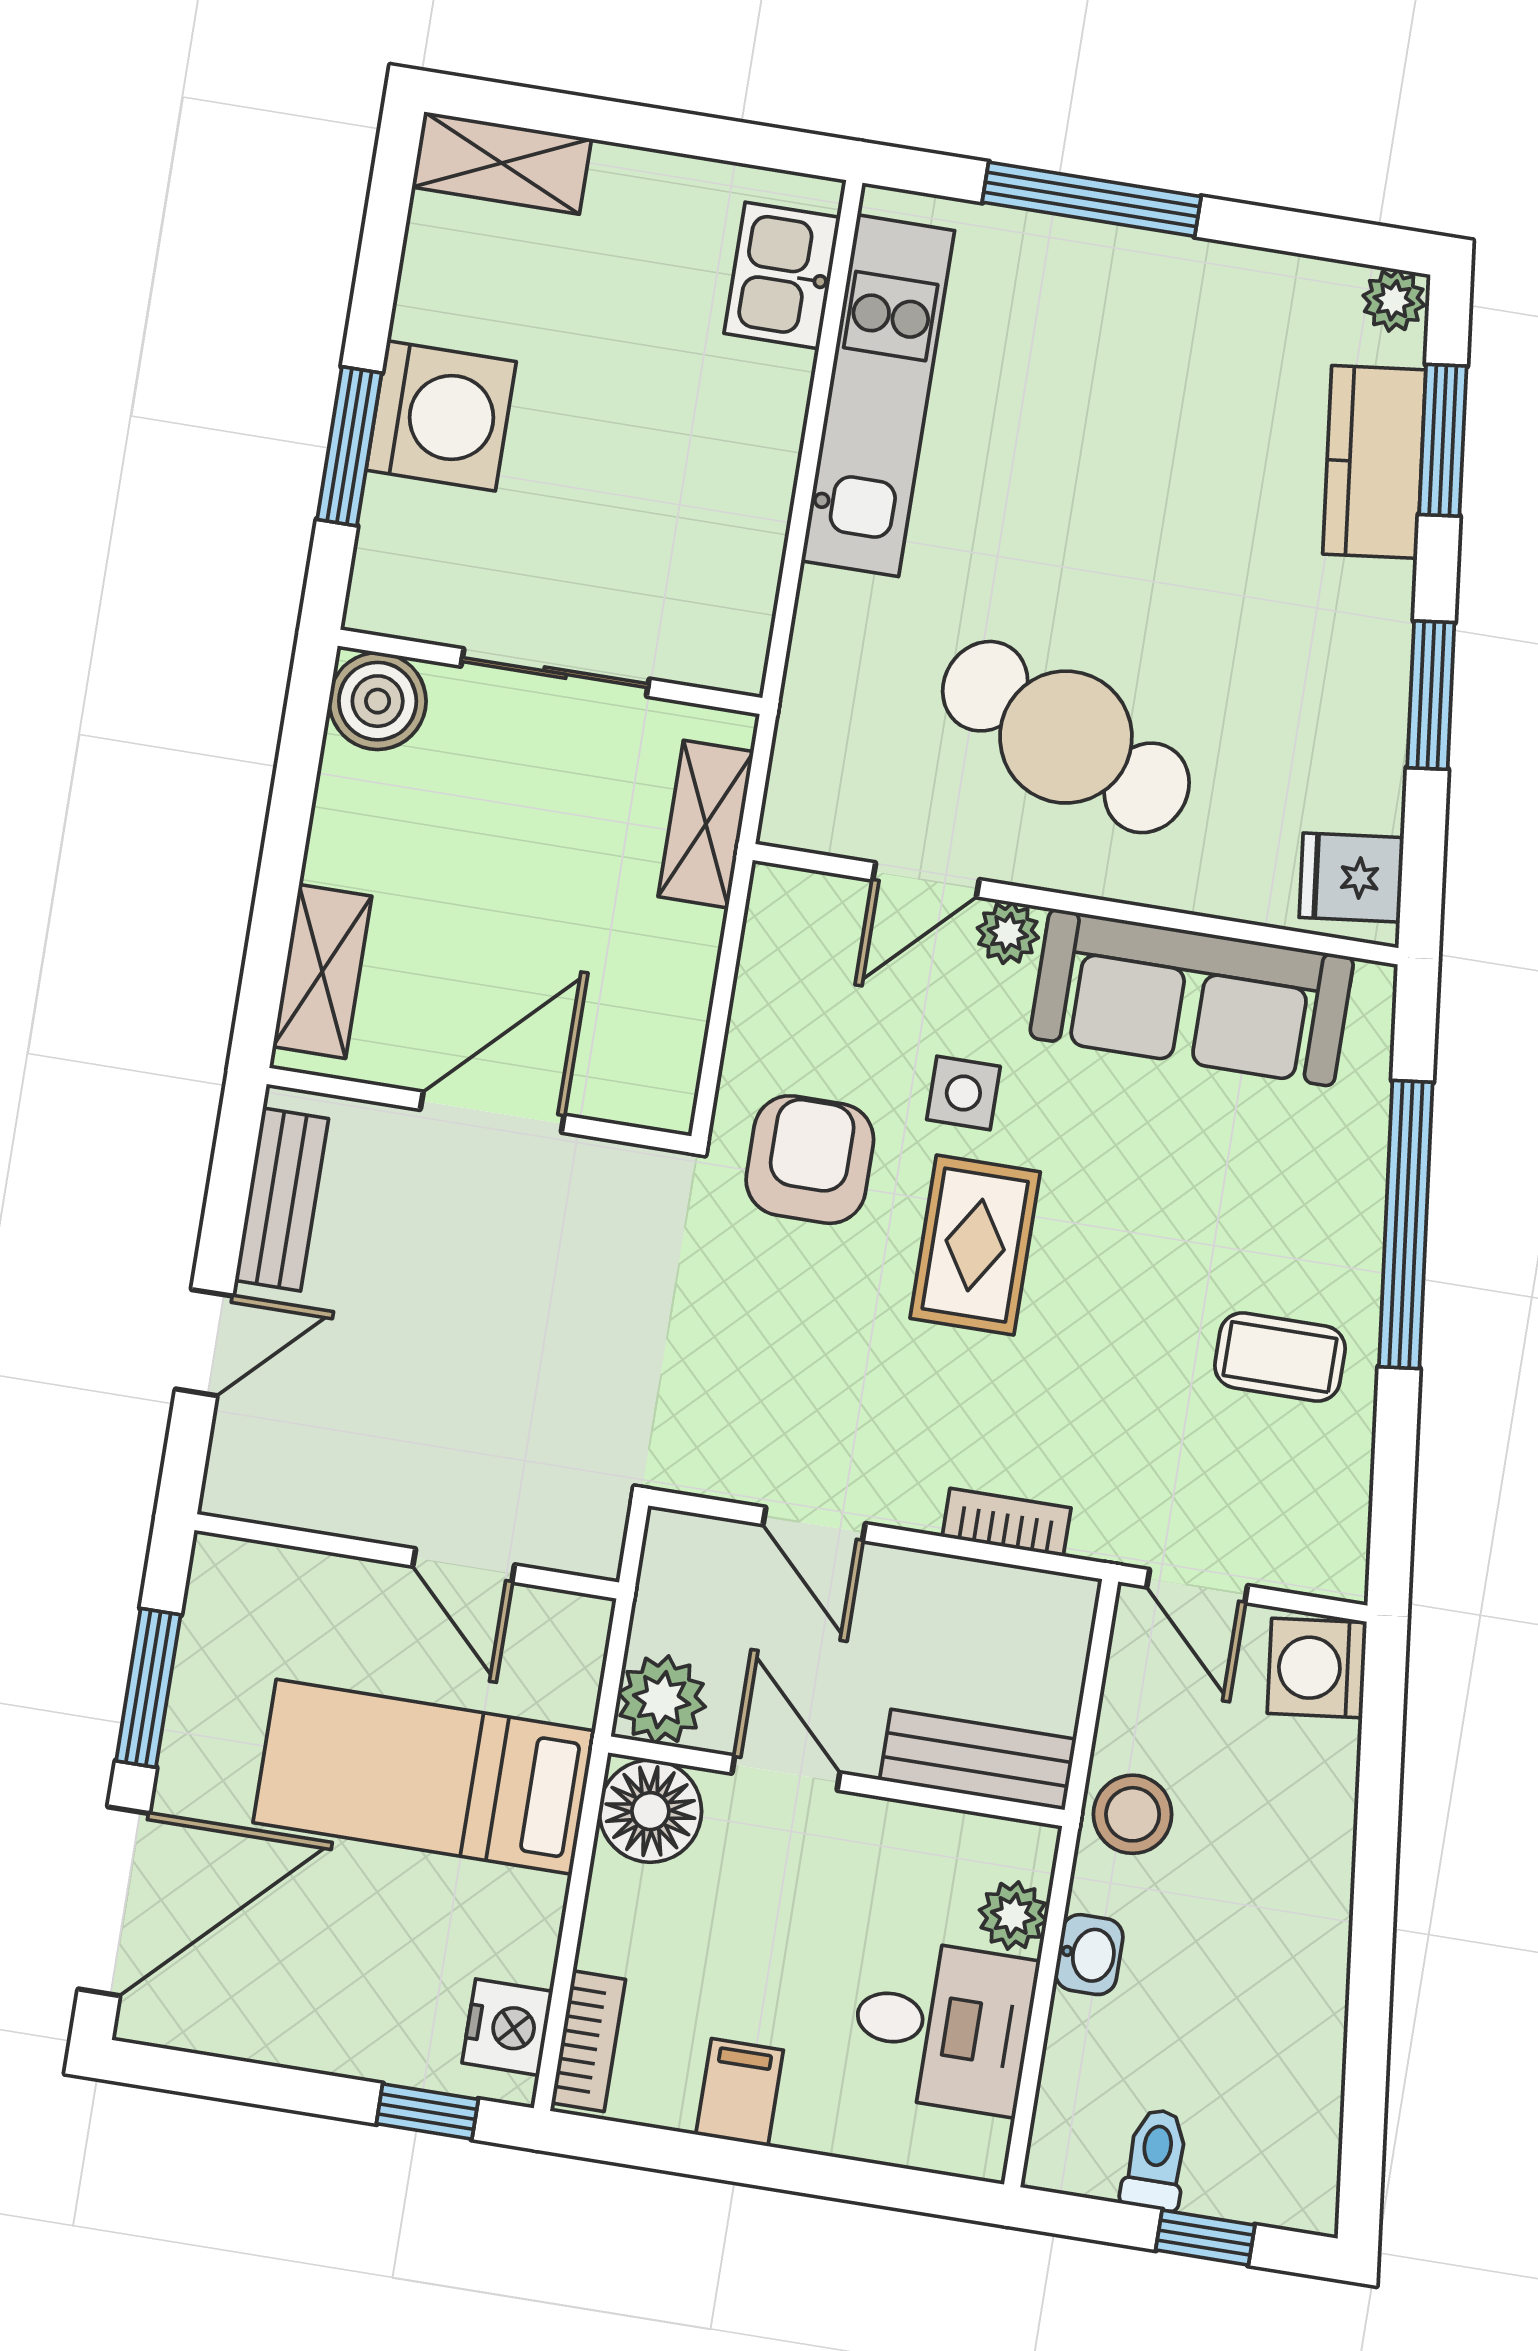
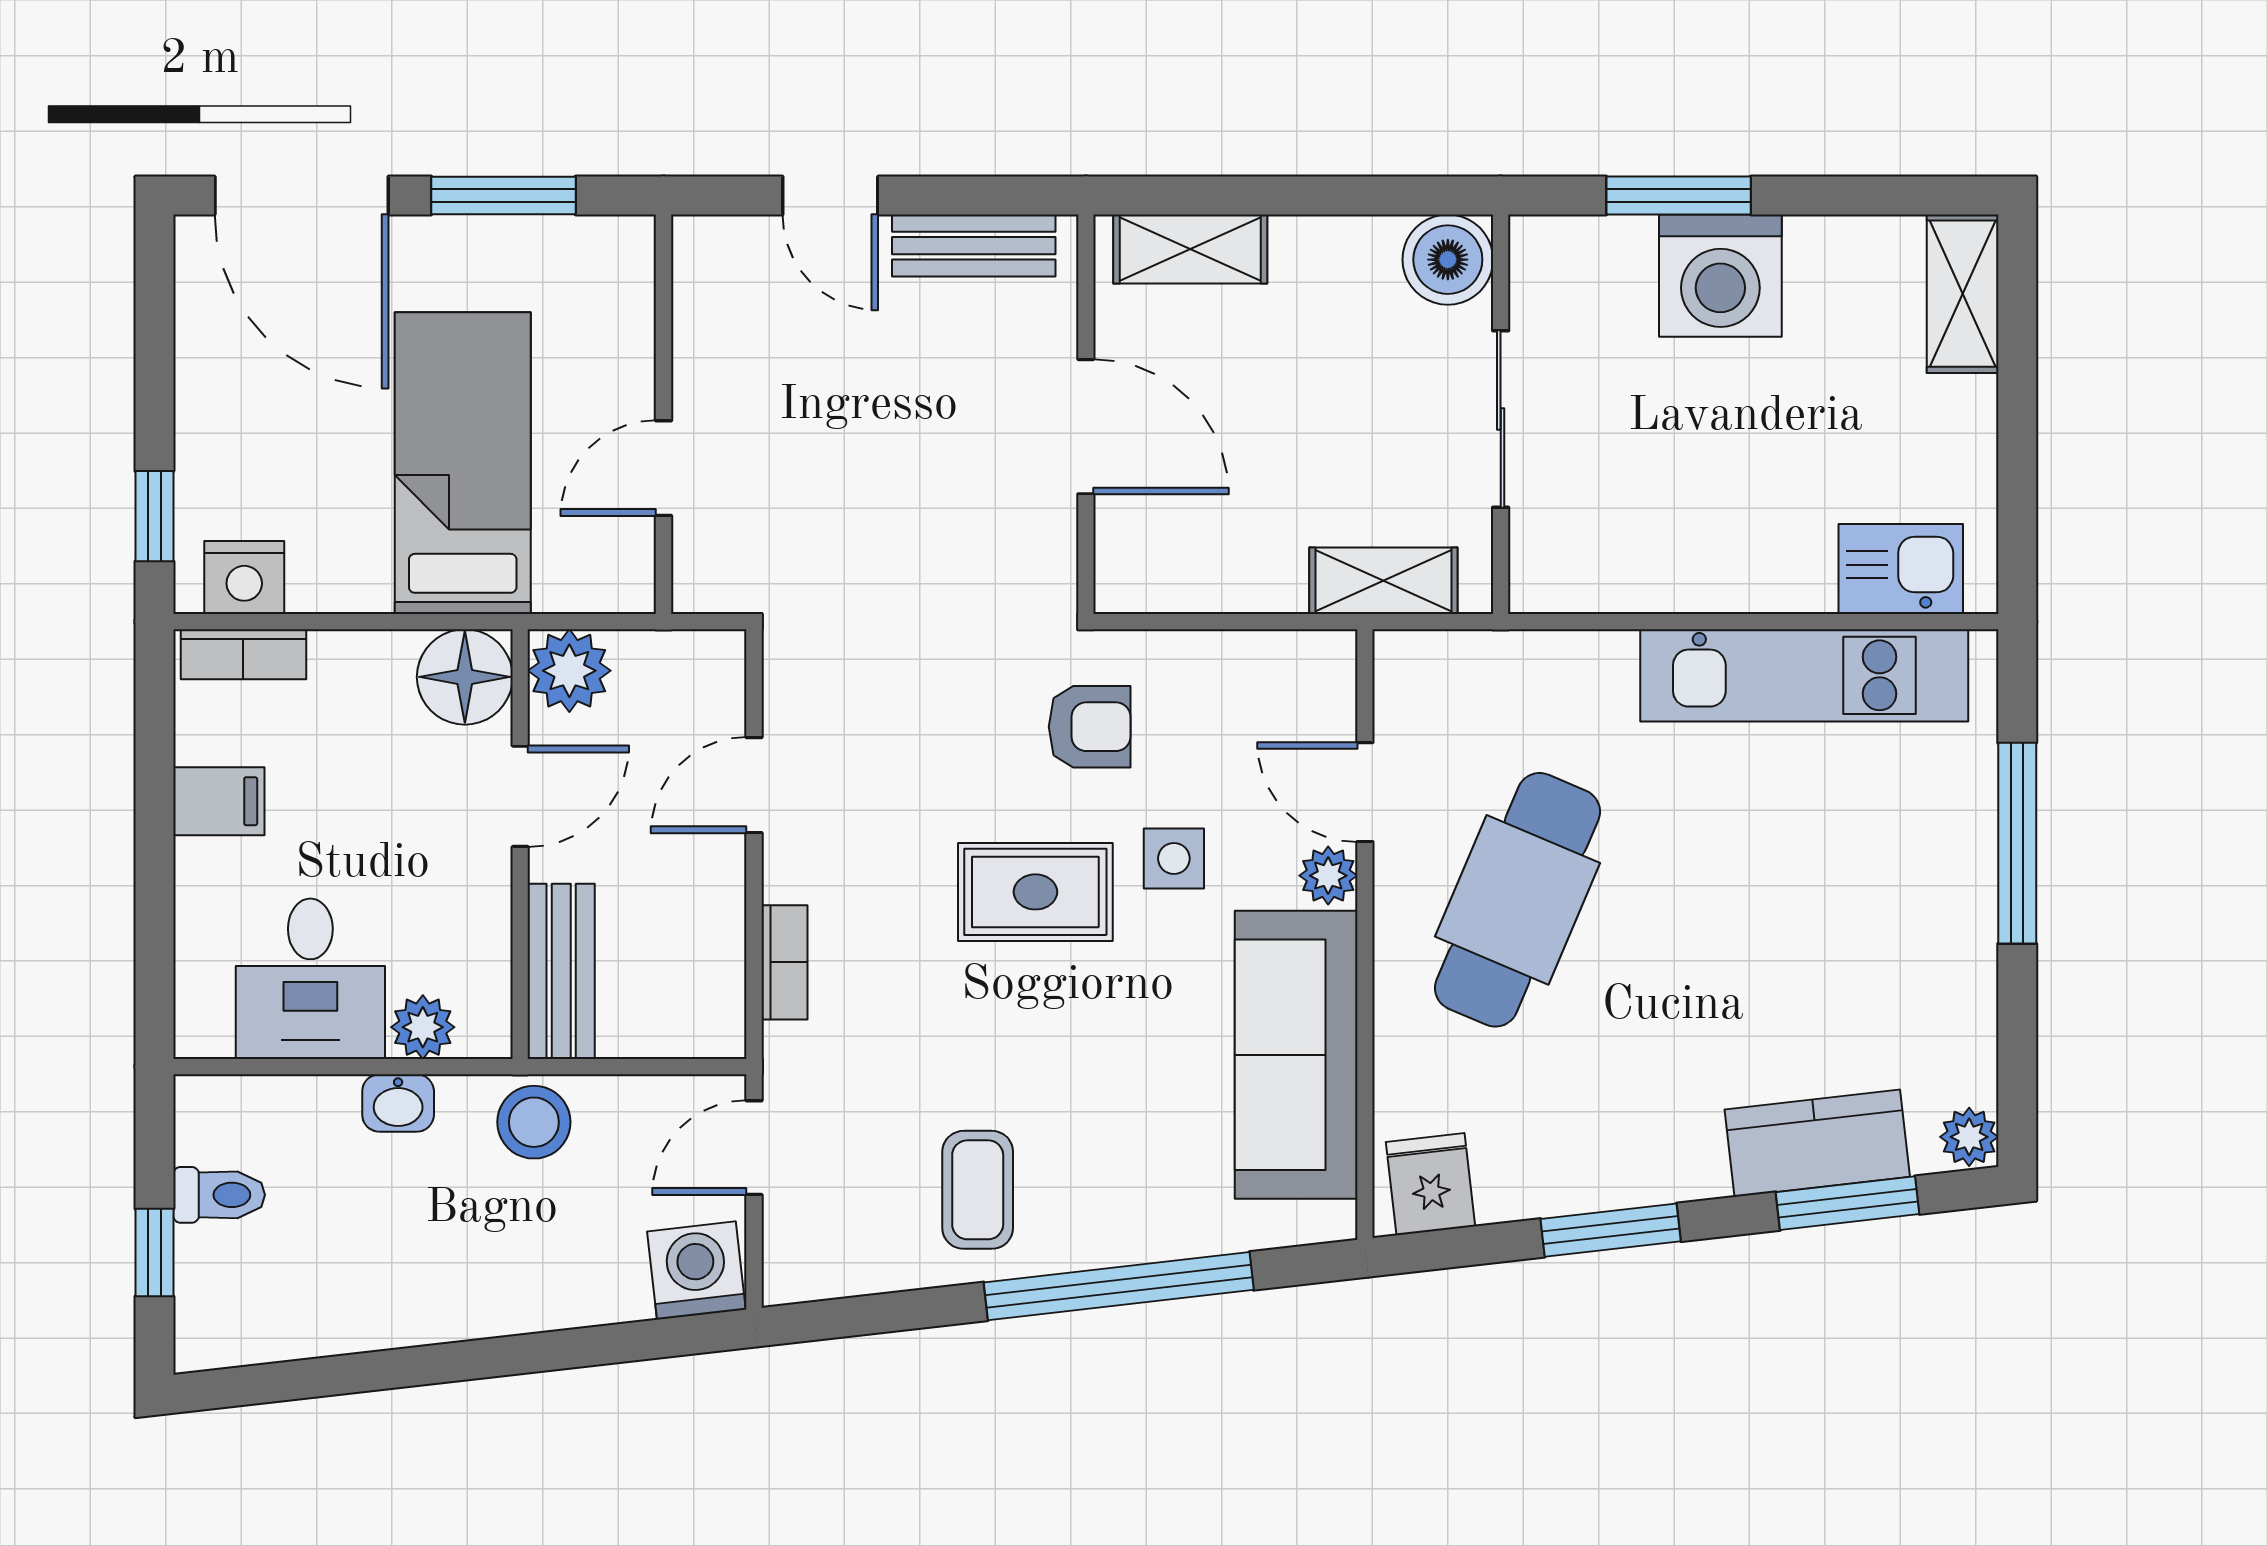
armchair: (810, 1160) -> (1090, 727), width x0.72, depth x0.72

